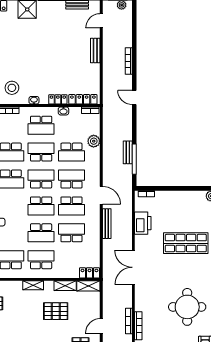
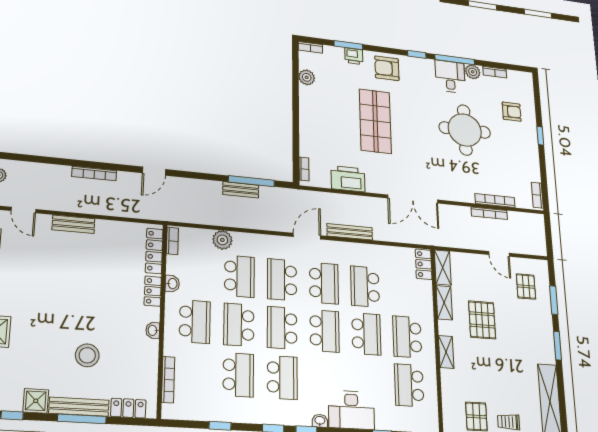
stool: (12, 88) -> (87, 355), moved

